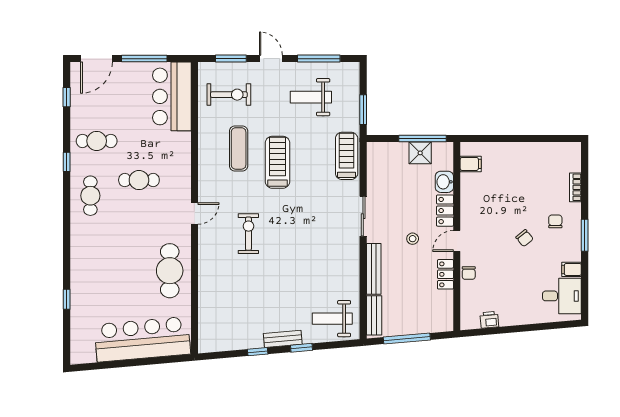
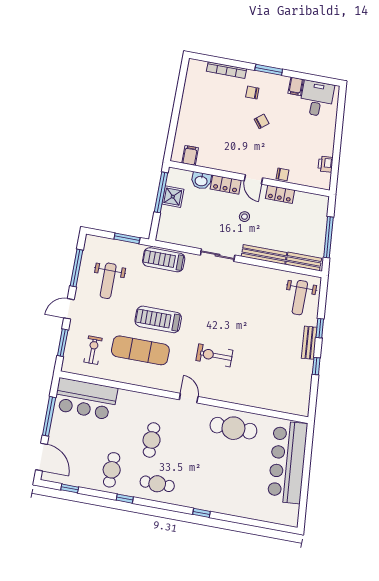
exercise bike: (229, 95) -> (93, 350), width x0.73, depth x0.72
exercise mat: (239, 148) -> (140, 350), width x1.36, depth x1.45
bookcase: (575, 187) -> (227, 70), width x1.56
window: (67, 299) -> (202, 513), moved

